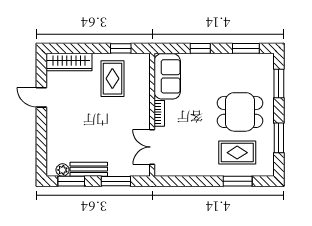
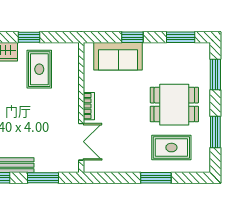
window: (121, 48) -> (29, 37), moved
sofa: (167, 76) -> (118, 56), moved, turned 90
double door: (152, 147) -> (81, 142), swing flipped
window: (238, 181) -> (156, 178), moved

